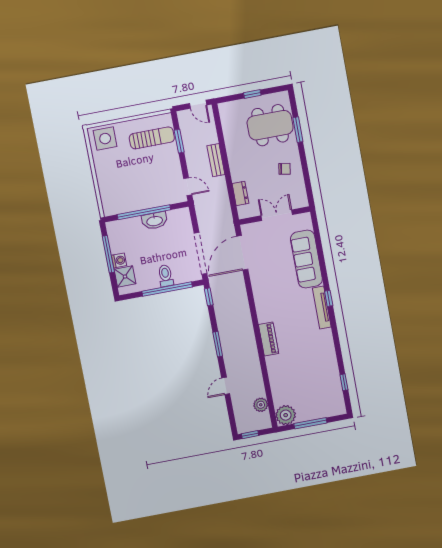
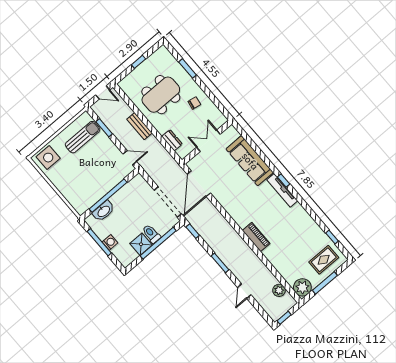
dining table: (270, 125) -> (161, 95), moved
washbasin: (155, 221) -> (103, 211), moved
shower: (125, 277) -> (141, 244), moved
rug: (323, 400) -> (324, 260), added

